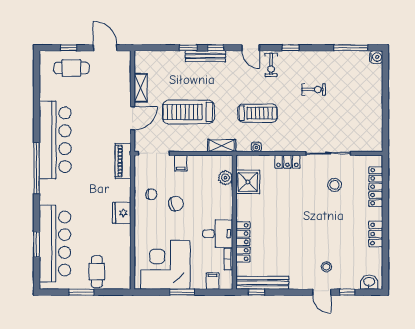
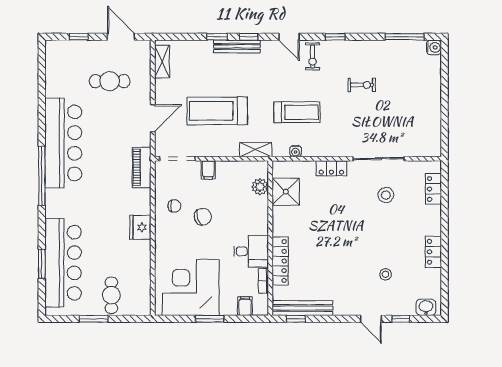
cafe table: (71, 68) -> (110, 81), moved
shelving: (141, 88) -> (162, 62), moved
locker: (376, 187) -> (433, 189), width x0.66
stool: (326, 267) -> (385, 274), moved

